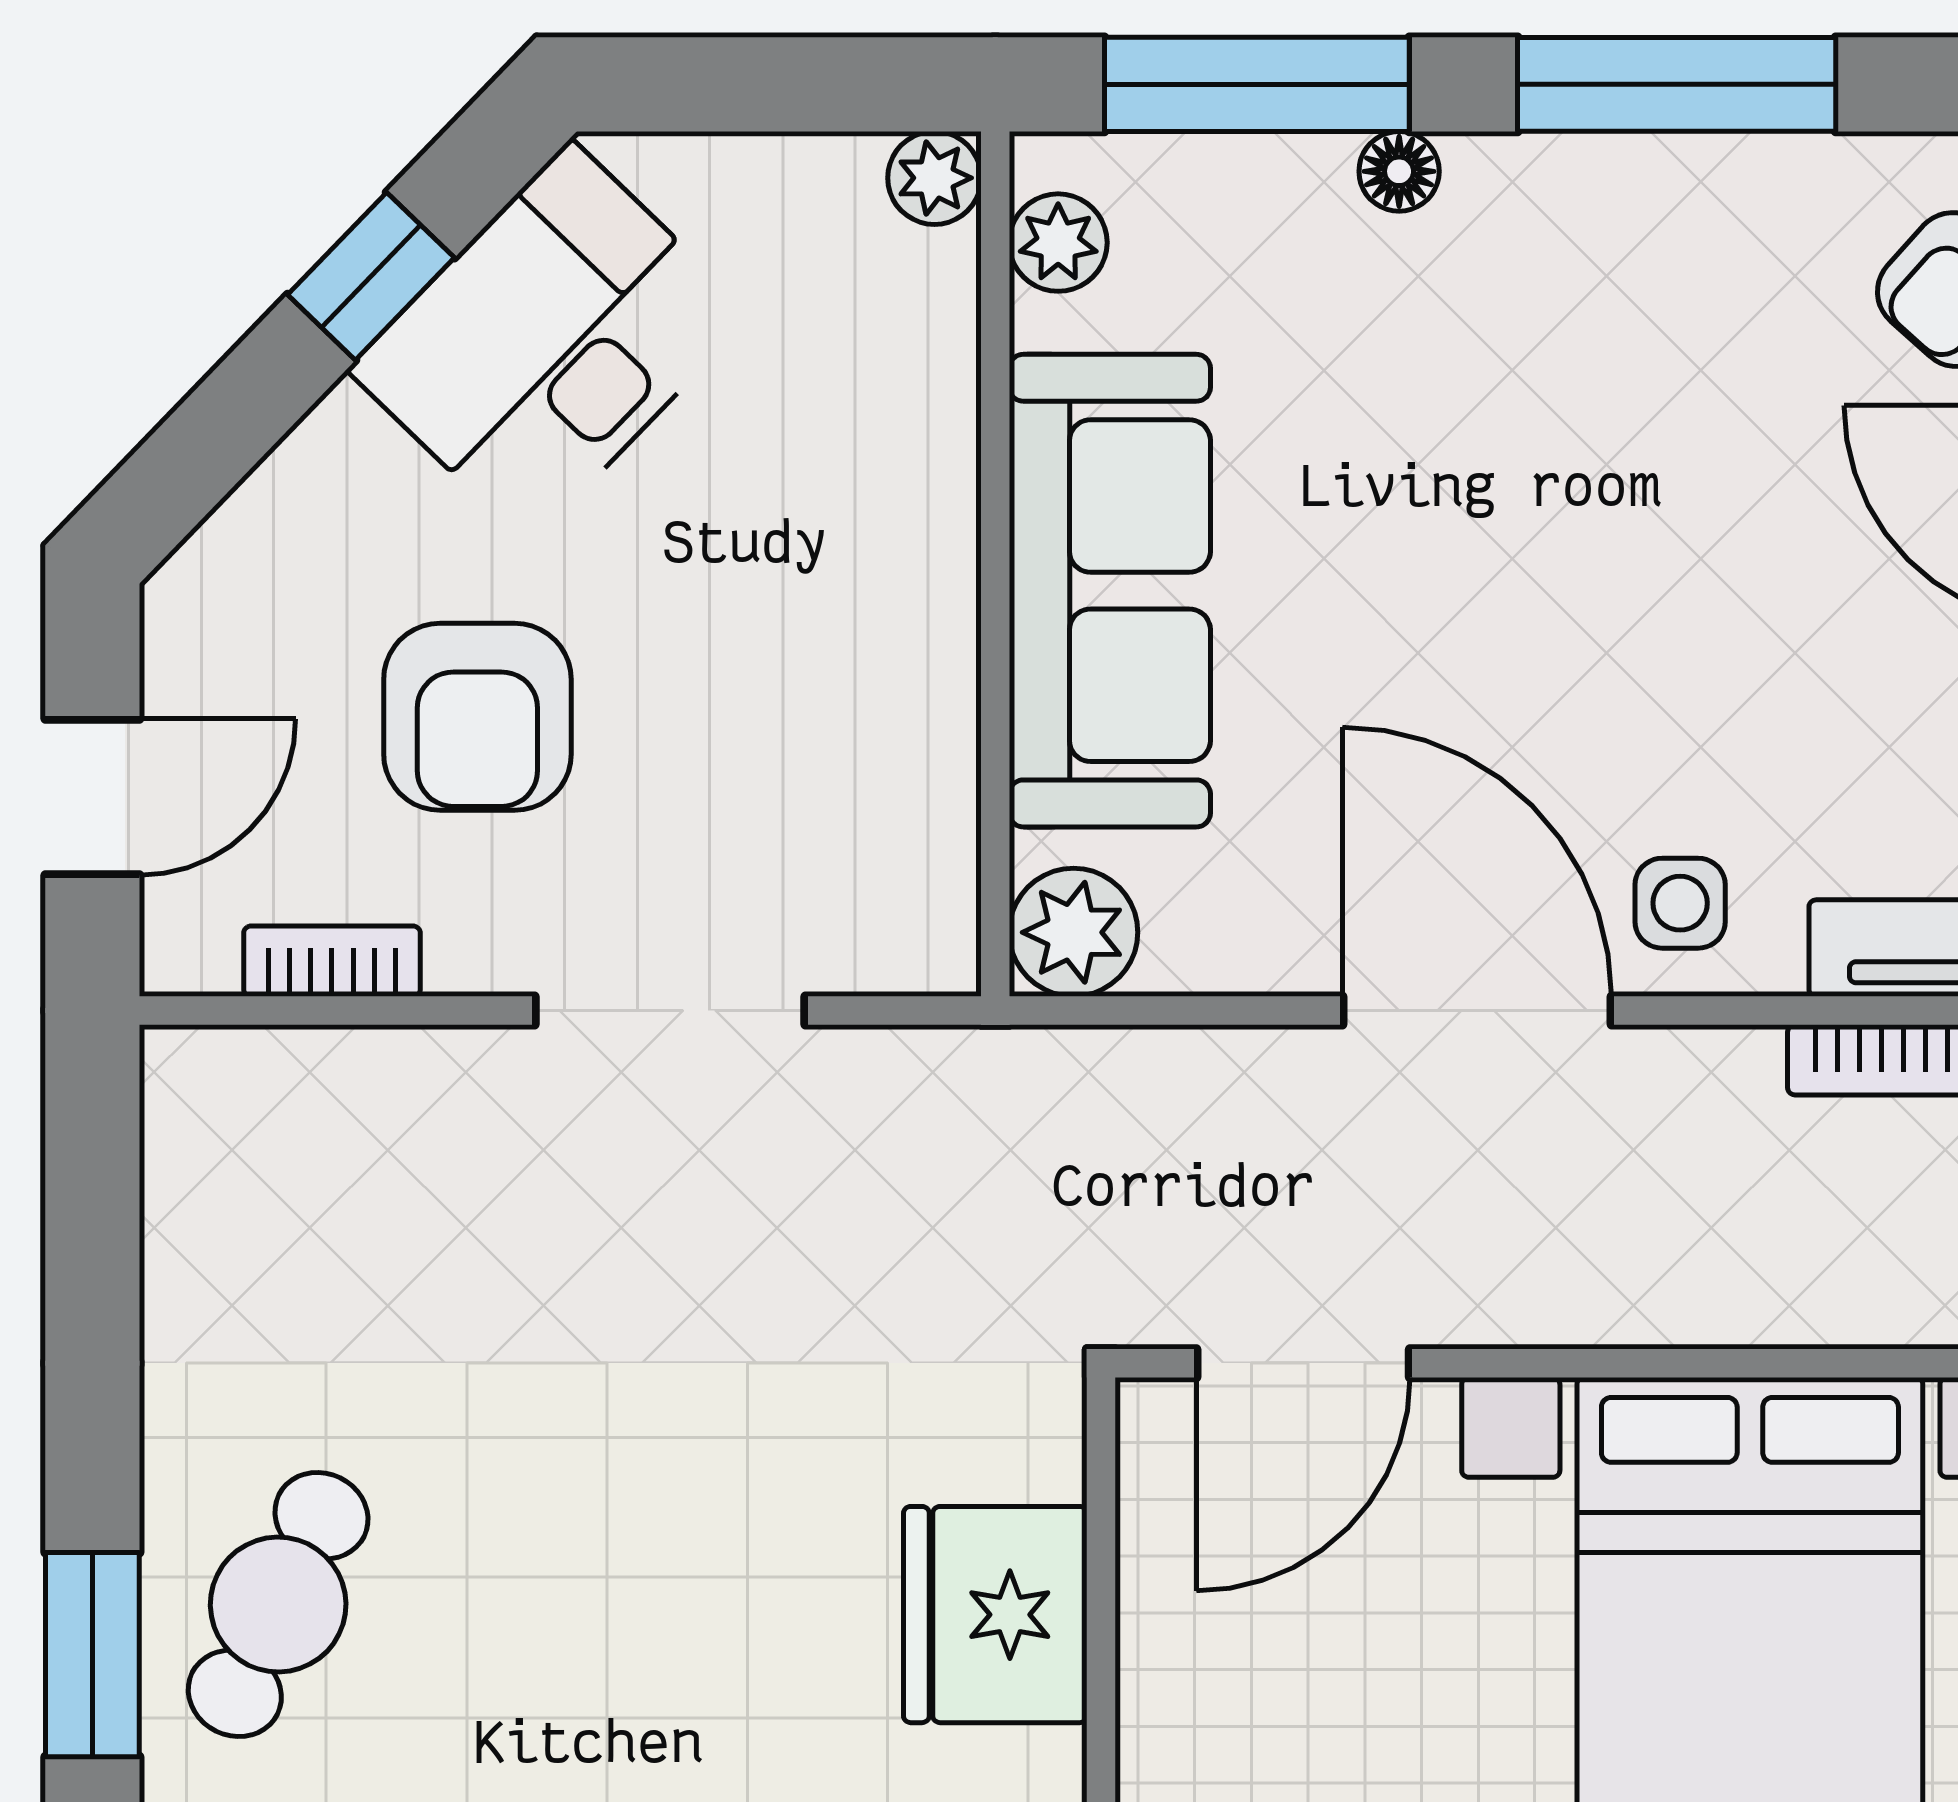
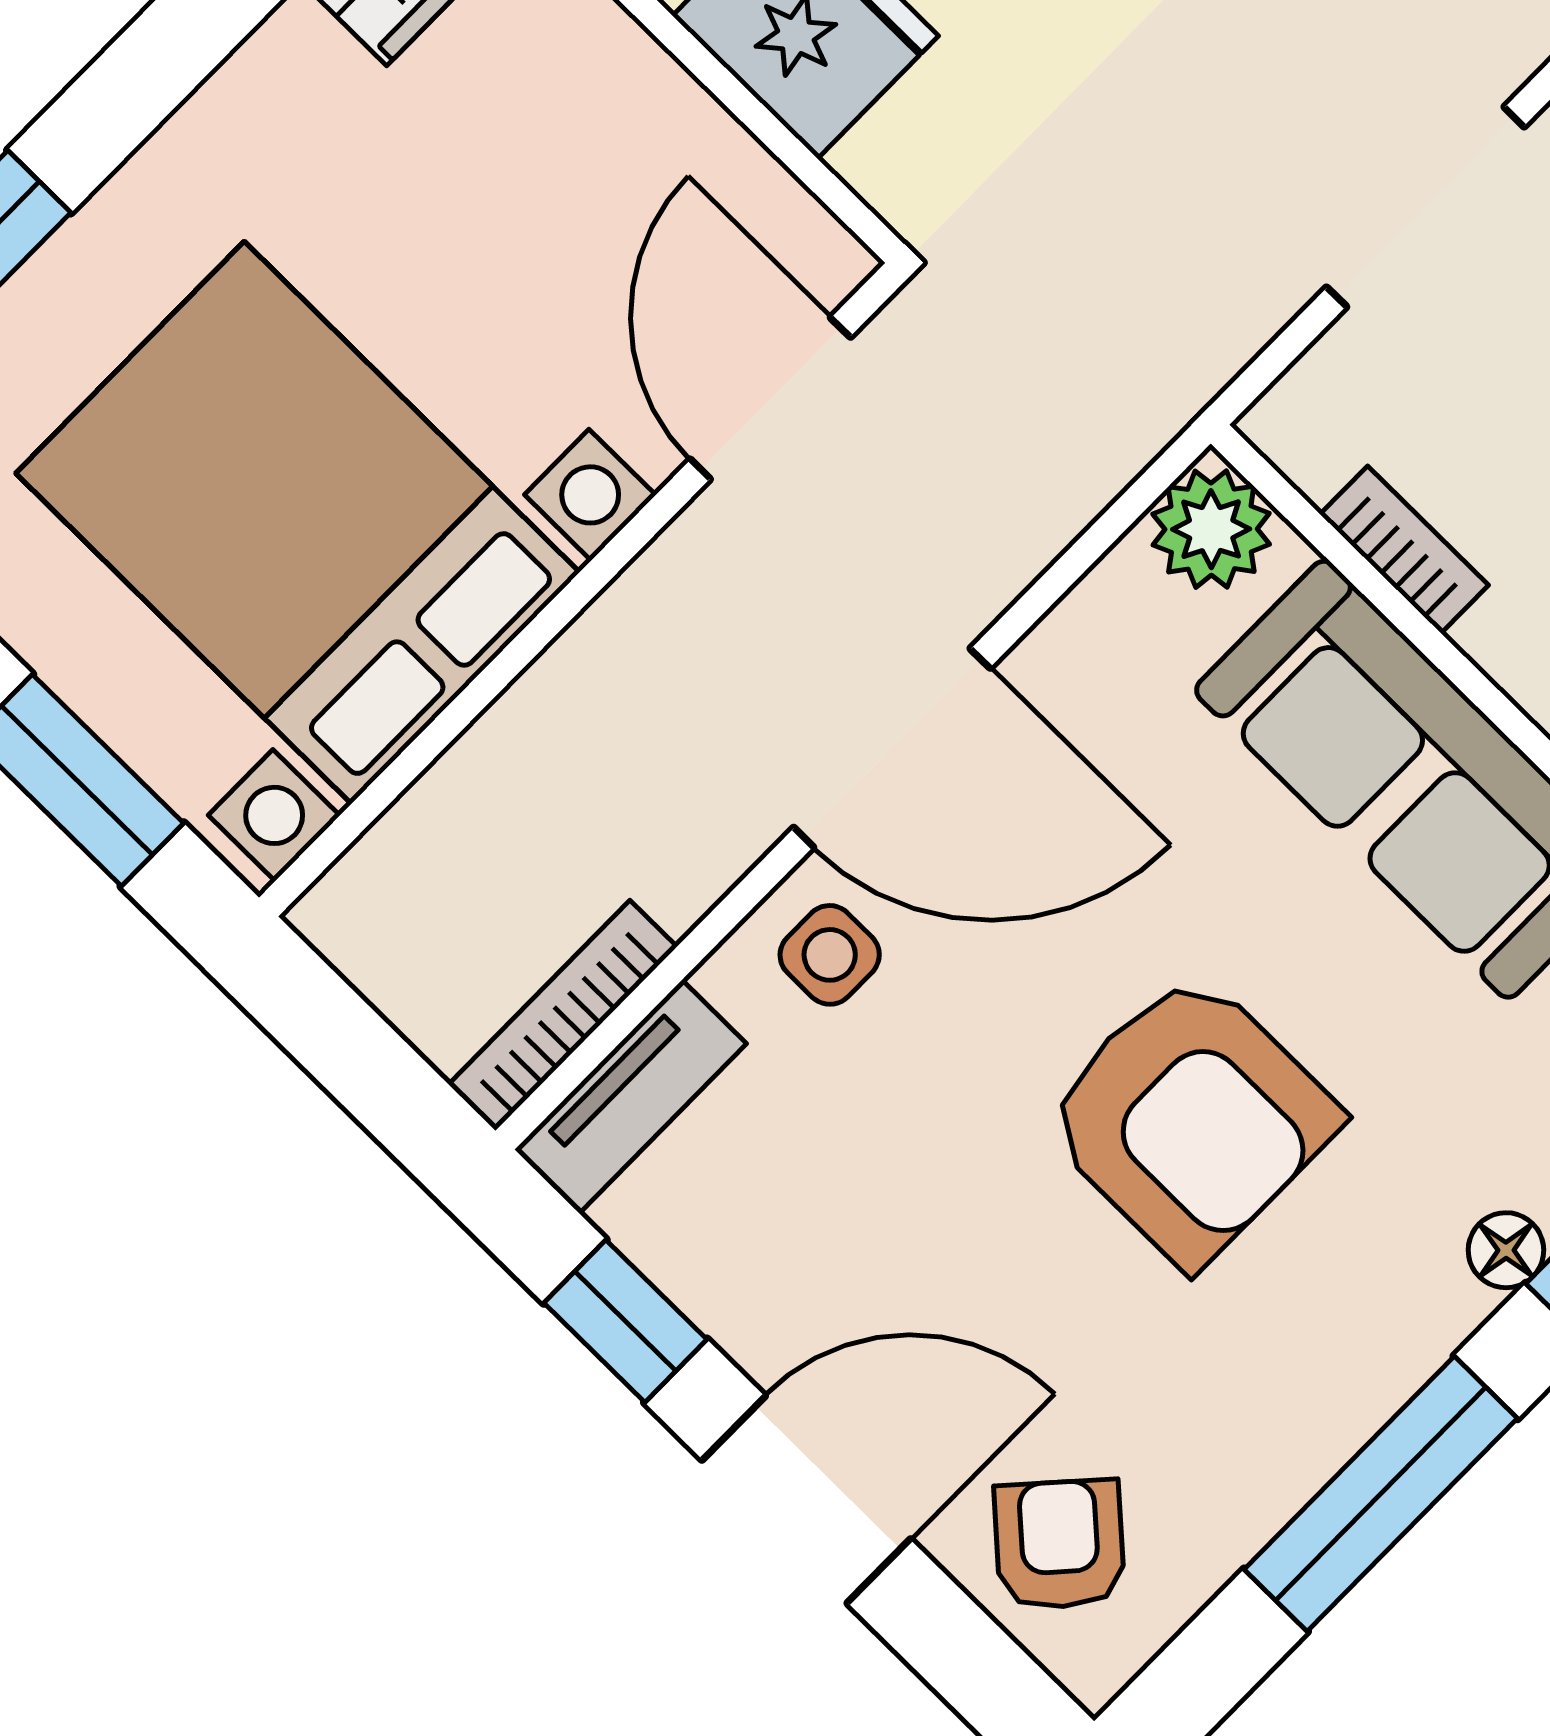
armchair: (1535, 508) -> (1190, 1119), added
bookcase: (945, 771) -> (1404, 550), added

